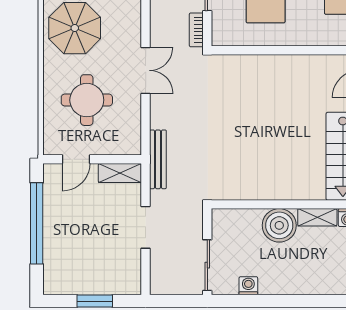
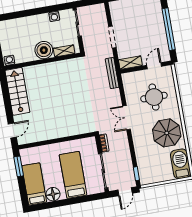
shelving: (317, 217) -> (64, 51), moved

